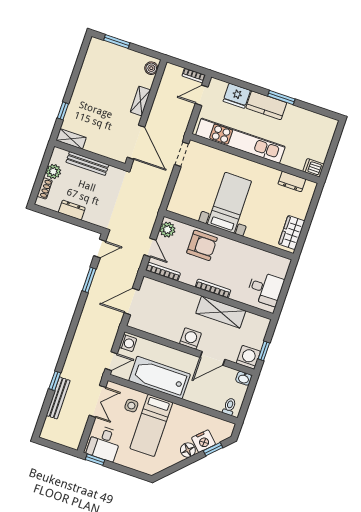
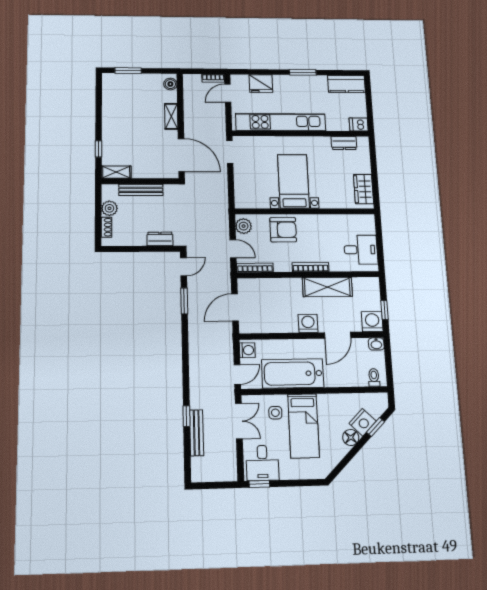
kitchen counter: (266, 105) -> (346, 84), moved
dresser: (72, 210) -> (160, 239), moved

